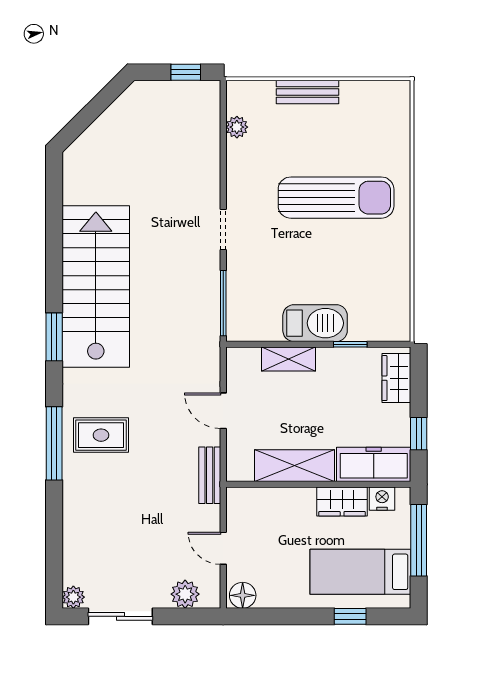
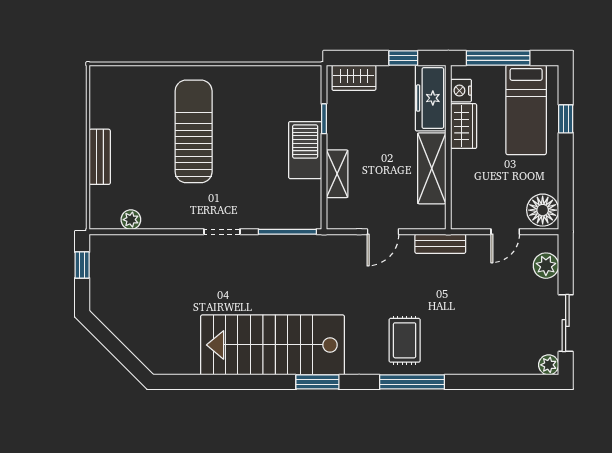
floor lamp: (243, 595) -> (543, 210), width x1.38, depth x1.38

